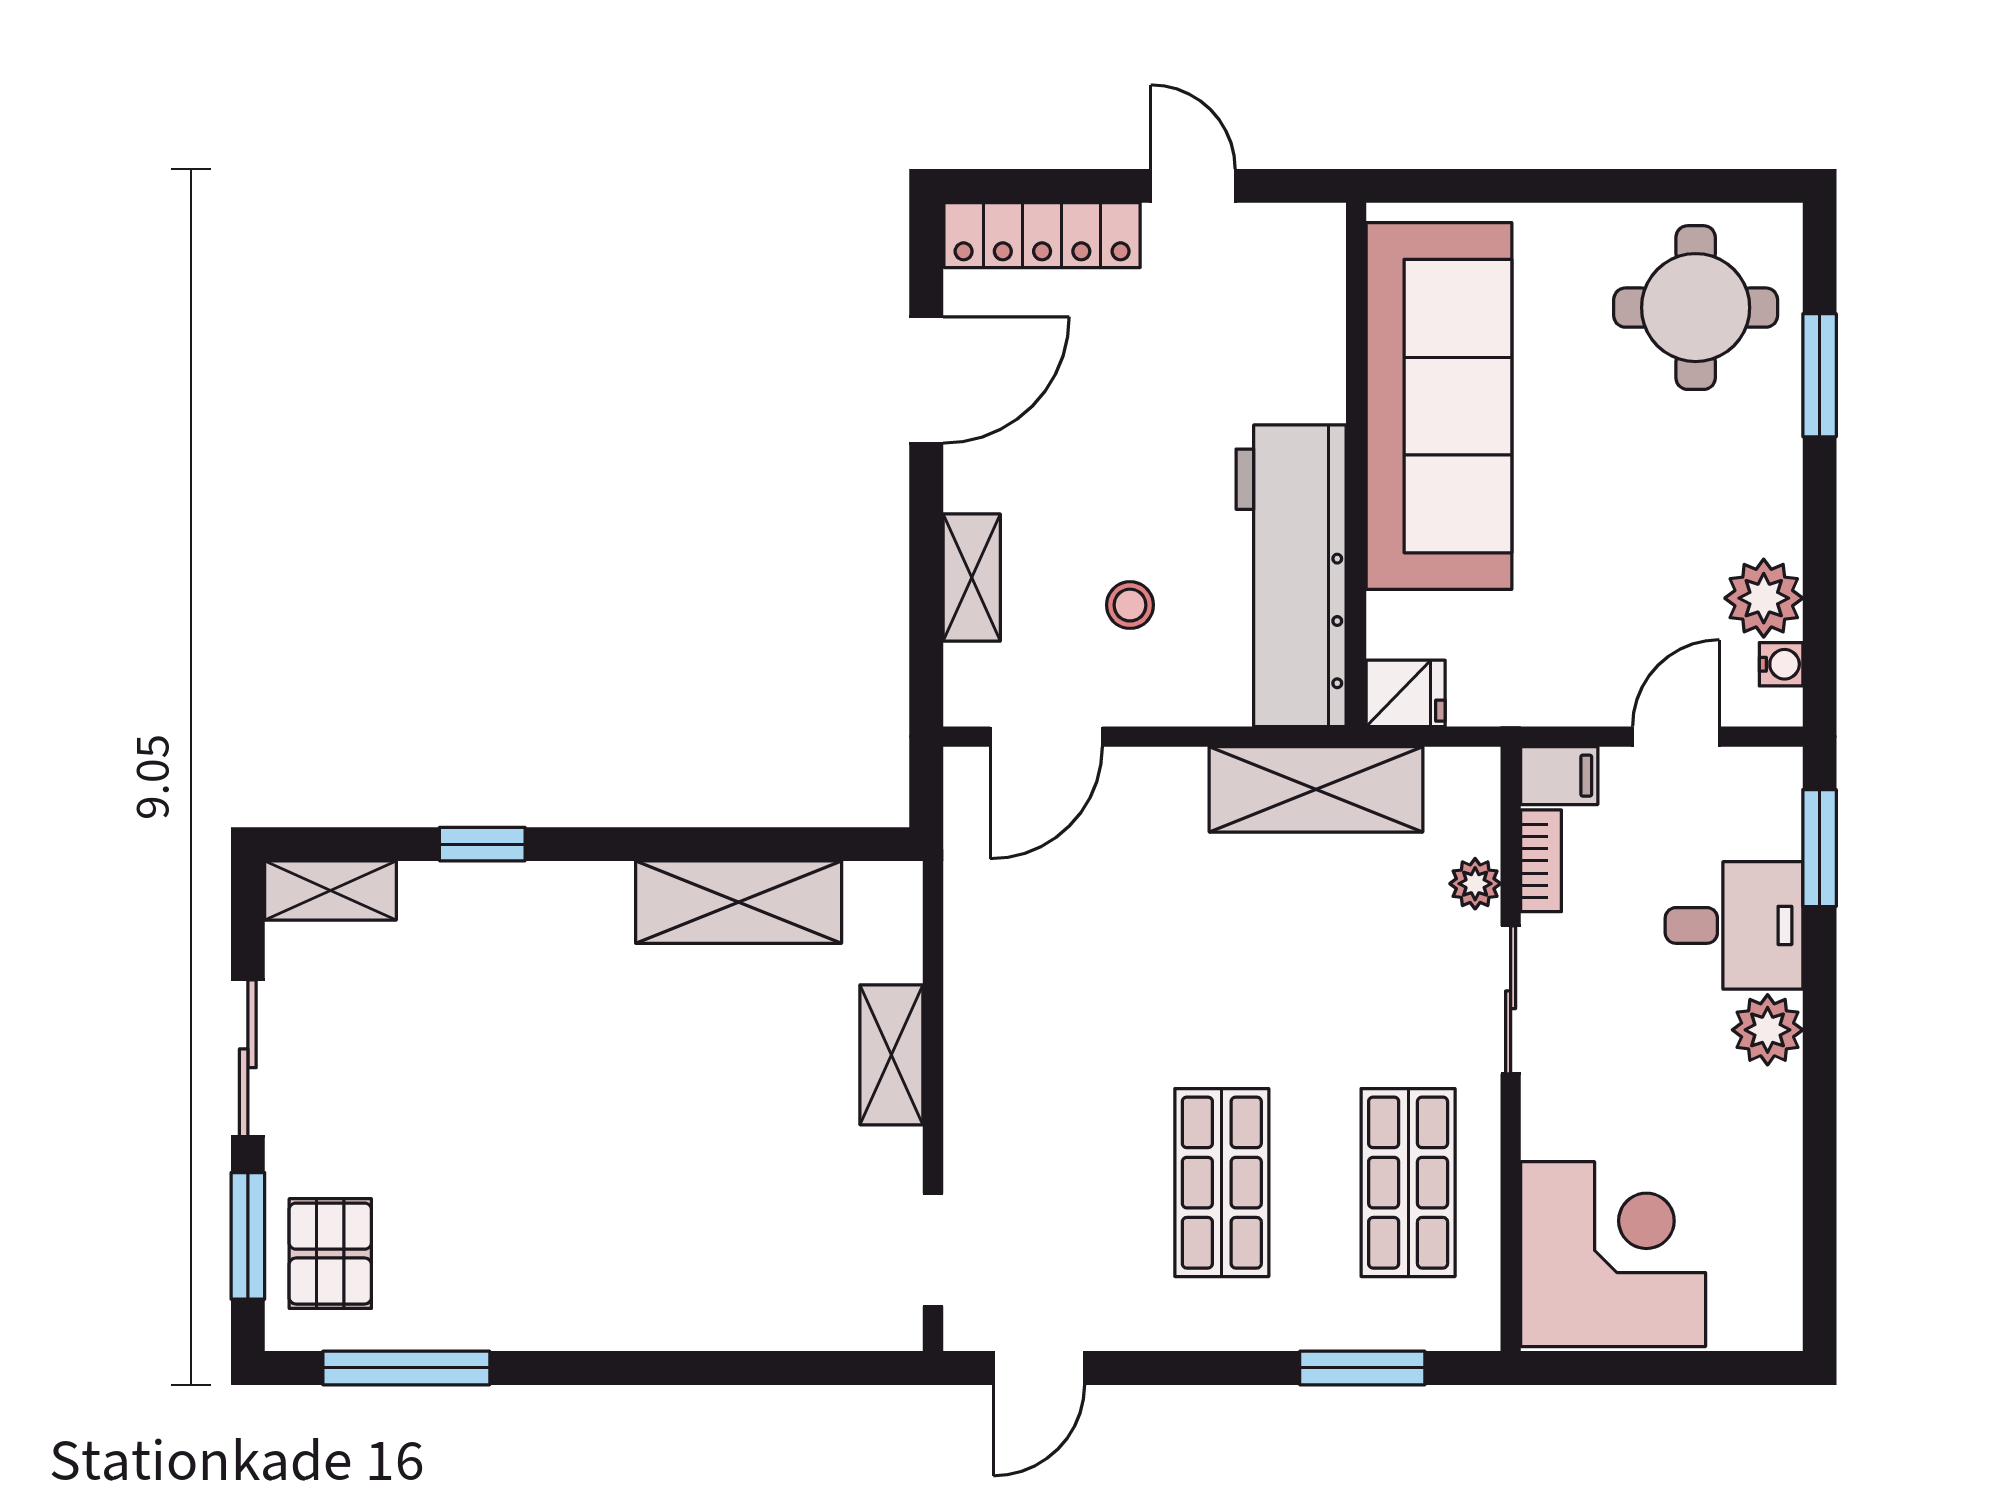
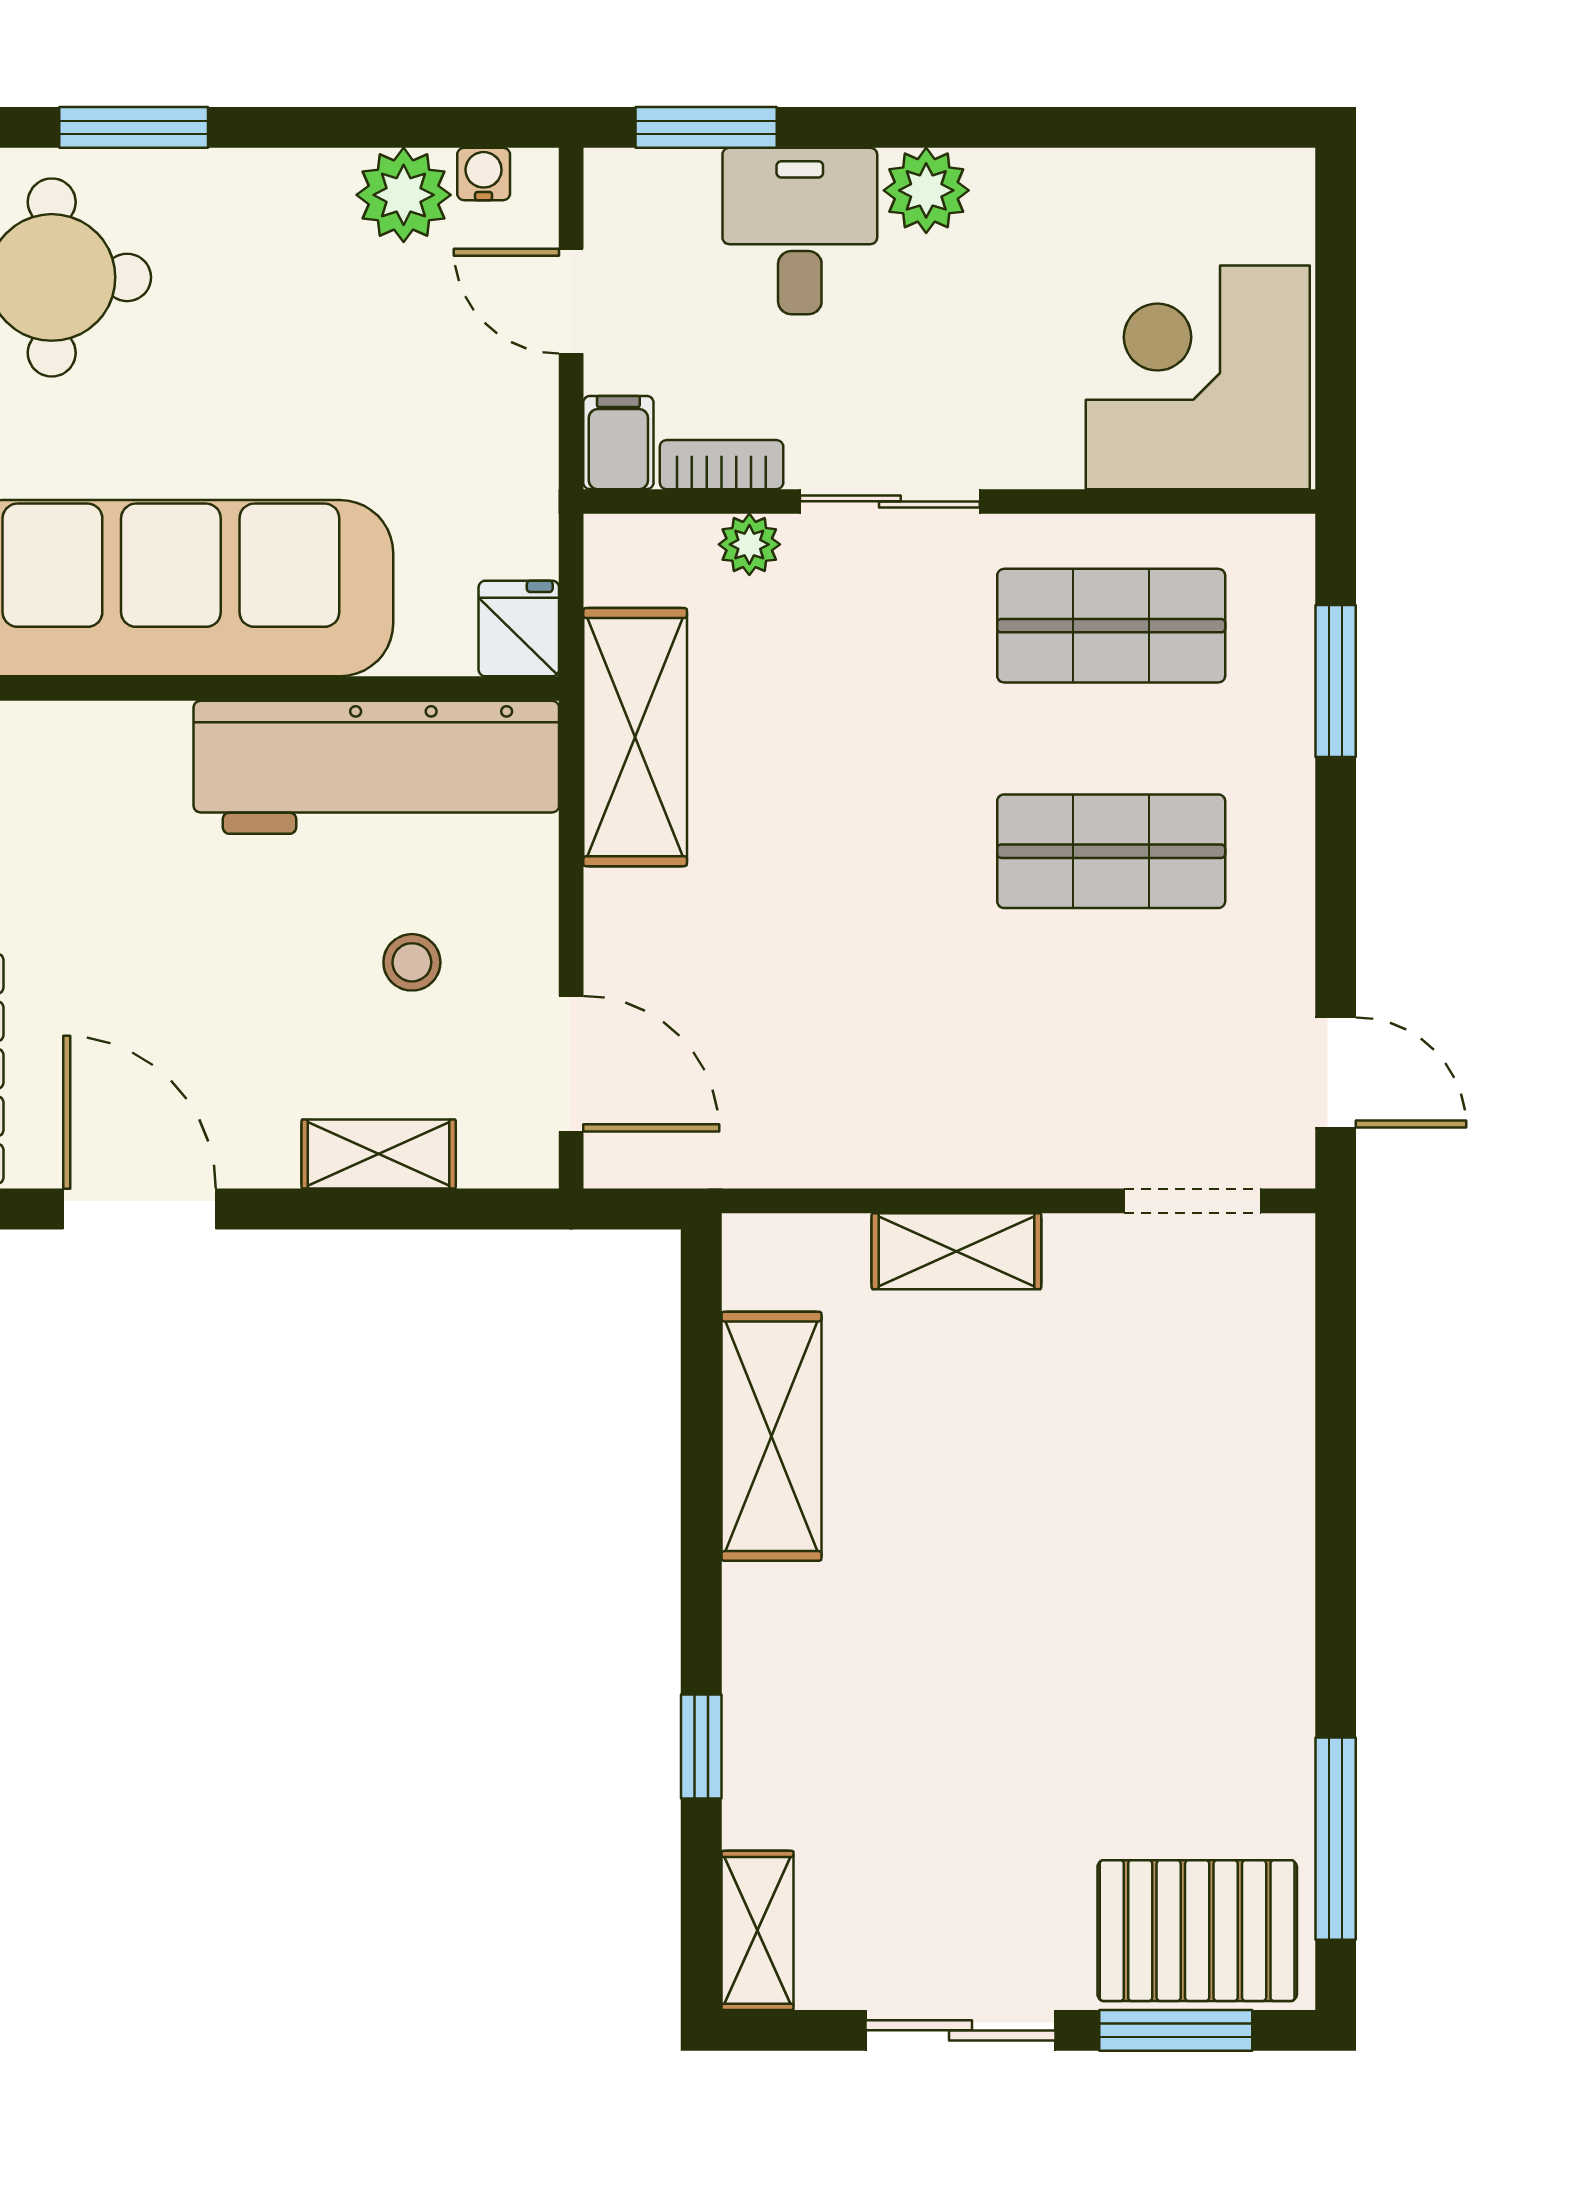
pallet: (330, 1254) -> (1197, 1931), width x1.50, depth x1.42

